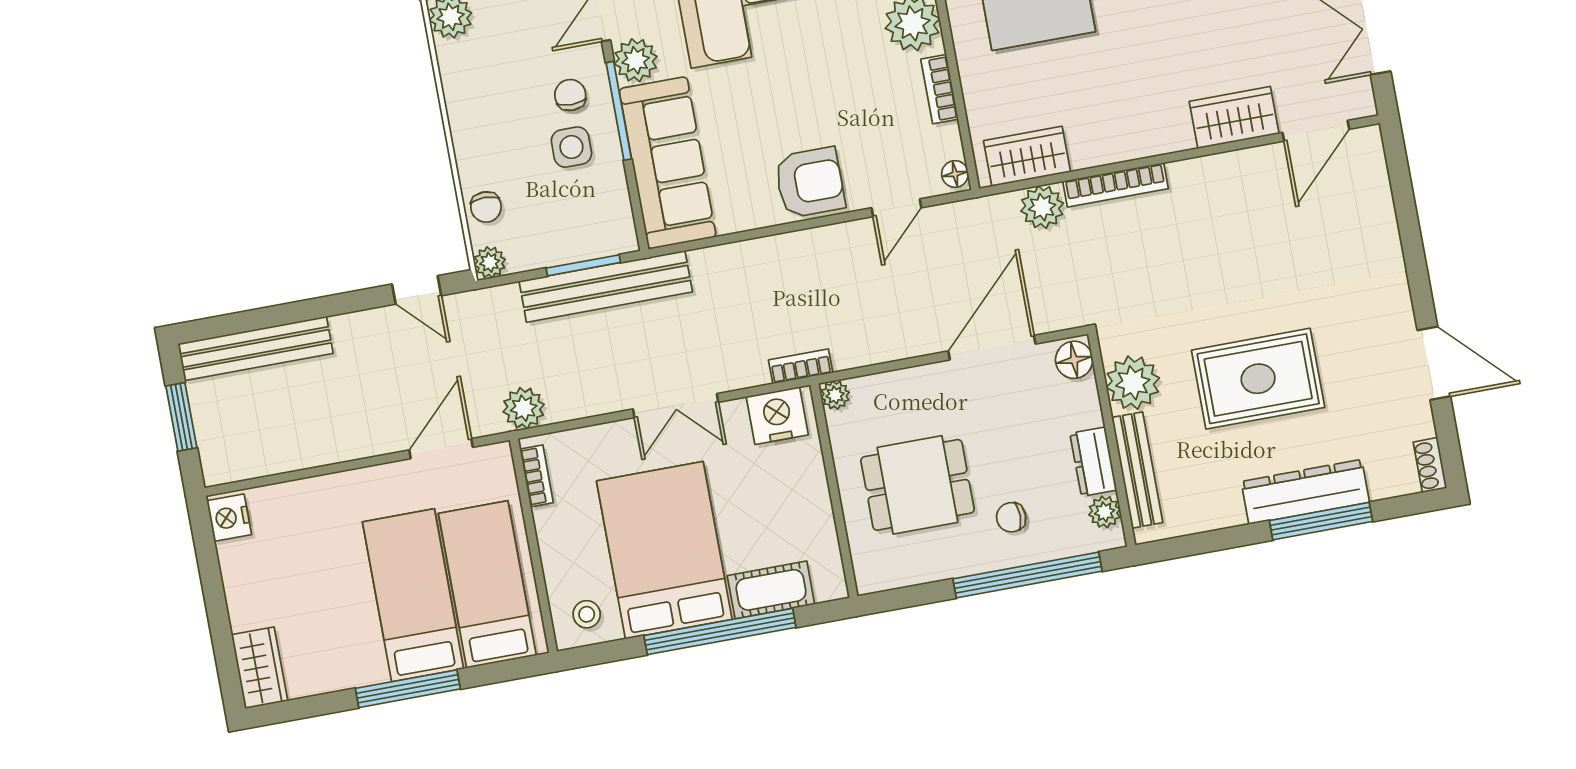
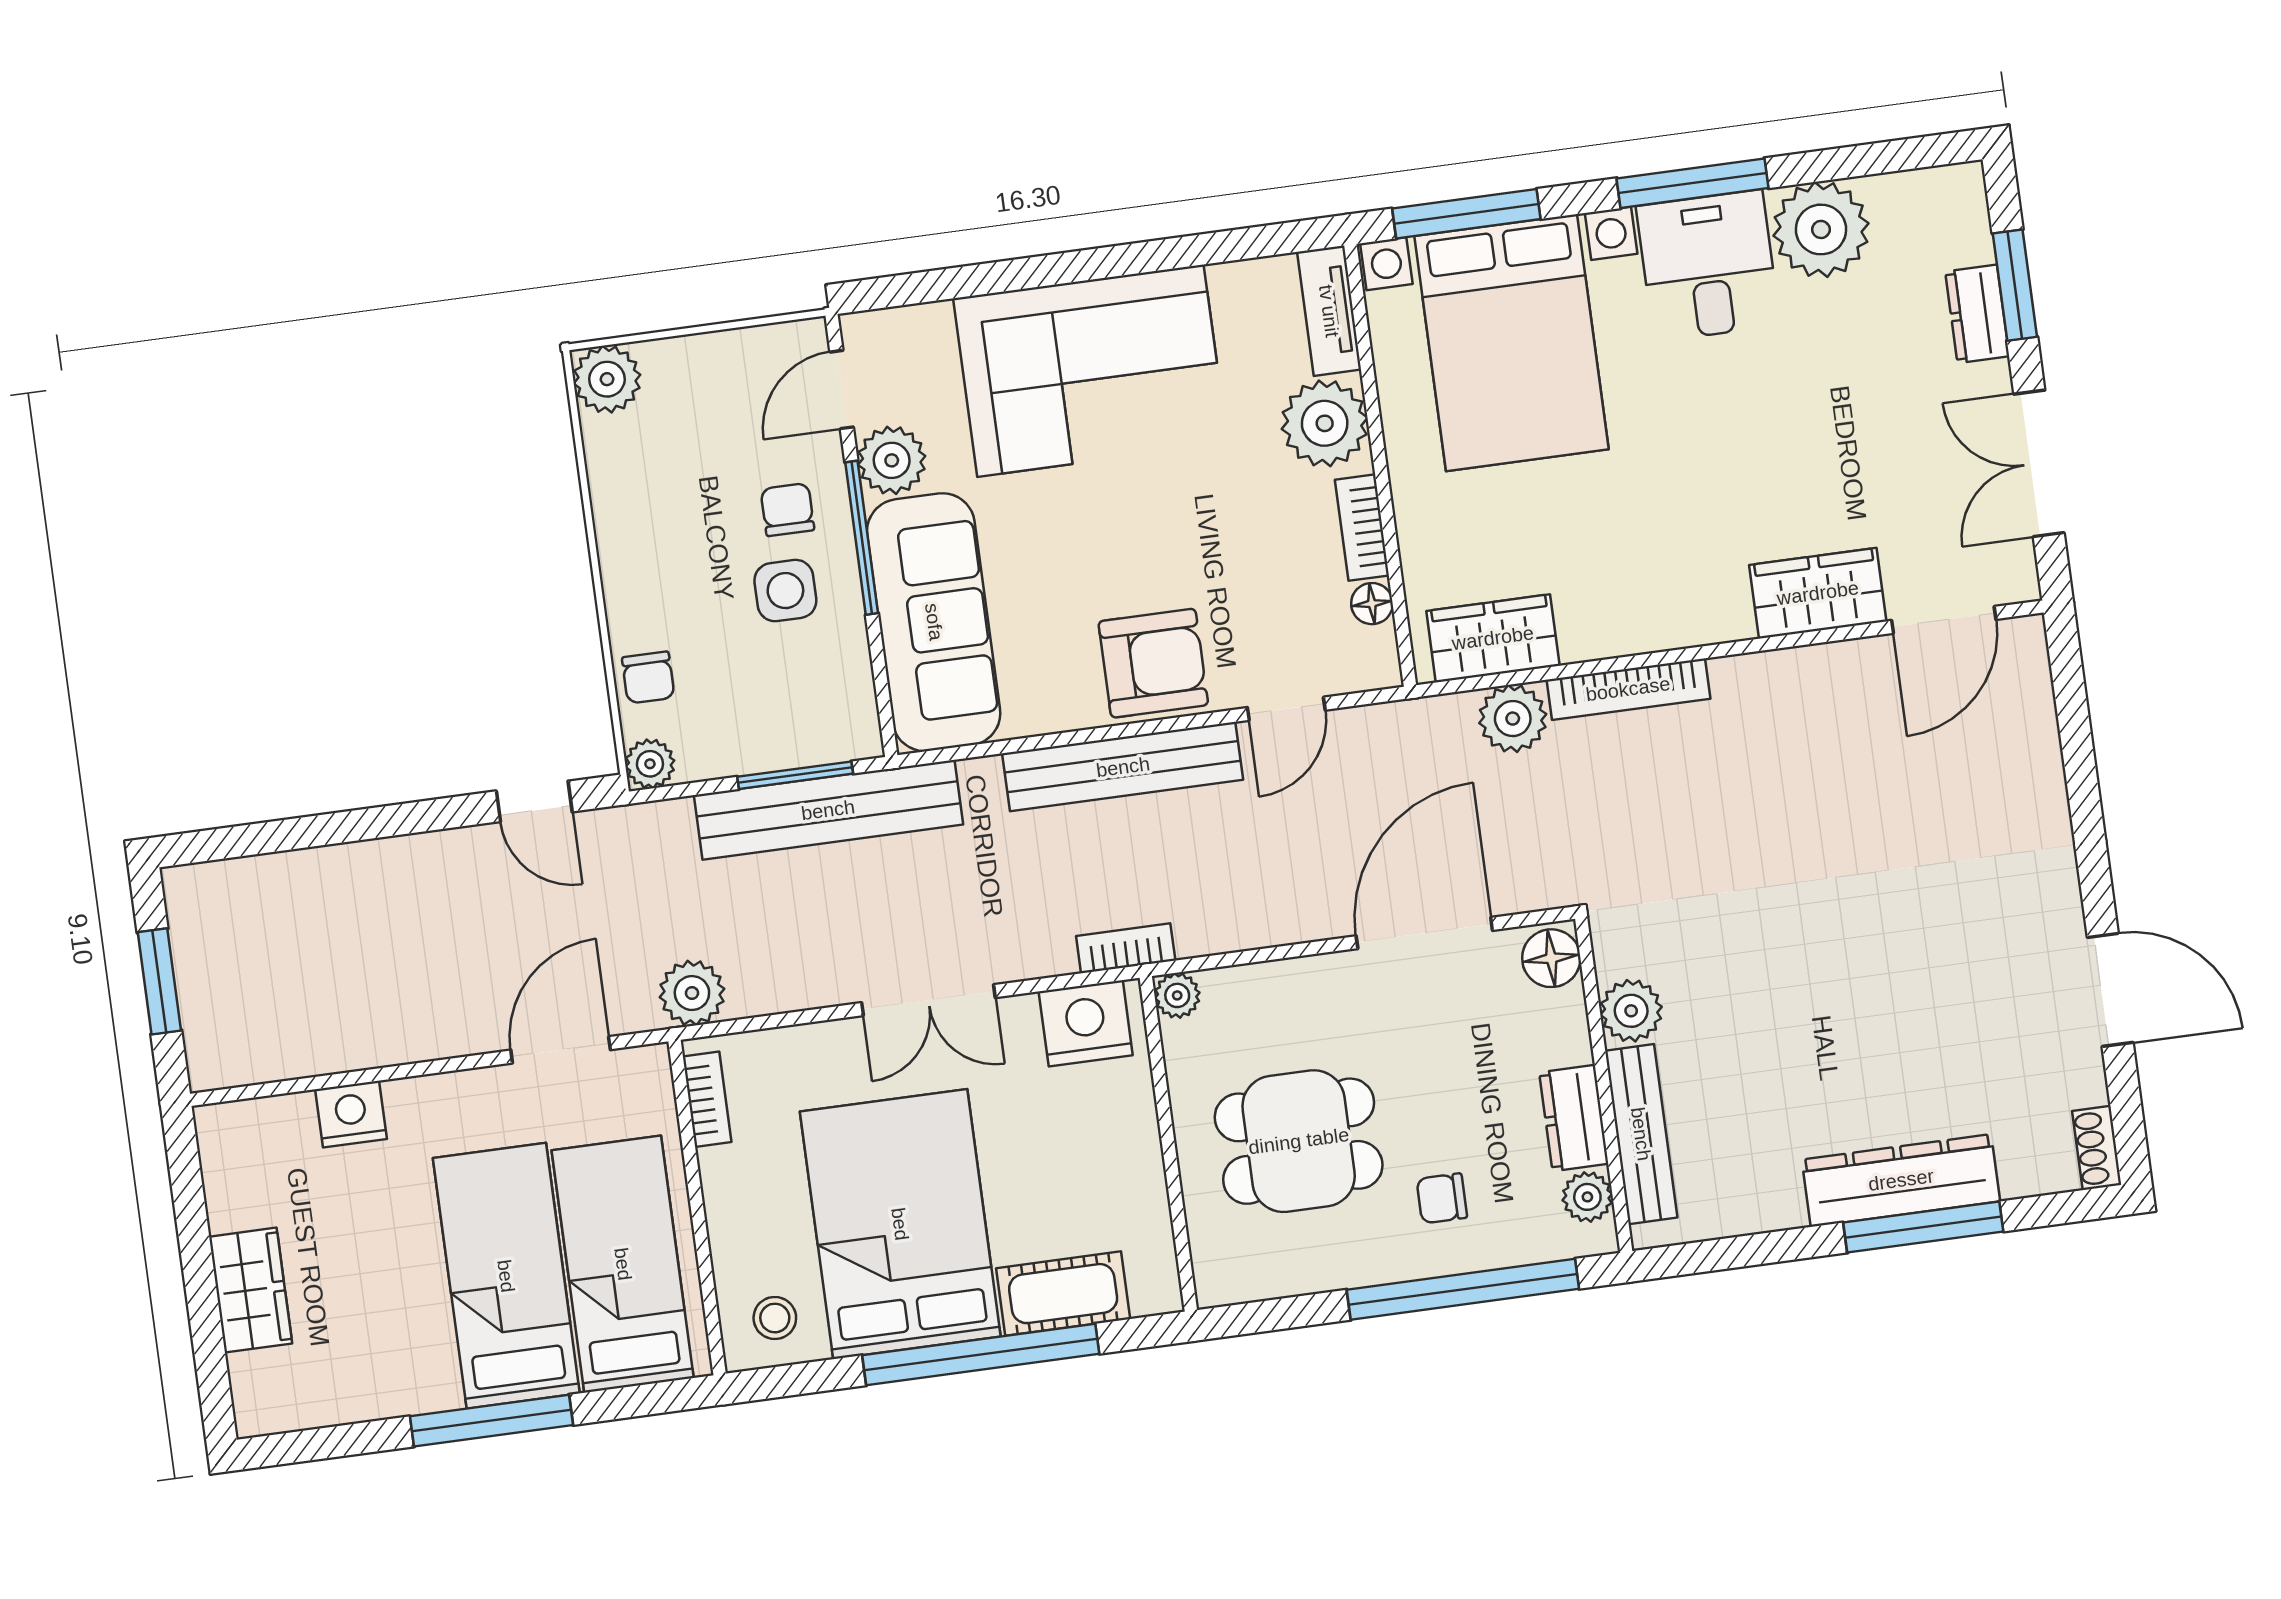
floor lamp: (955, 174) -> (1372, 604), moved
bench: (256, 348) -> (1123, 767), moved
rug: (1258, 379) -> (1836, 1001), removed
plant: (1133, 383) -> (1631, 1011), width x0.73, depth x0.73
nightstand: (229, 518) -> (351, 1114), moved, turned 90
wardrobe: (260, 668) -> (251, 1290), moved

